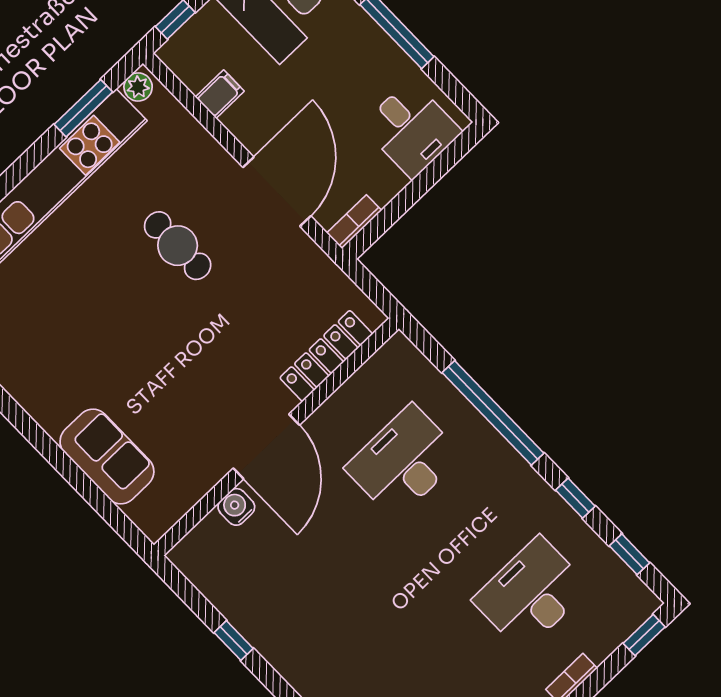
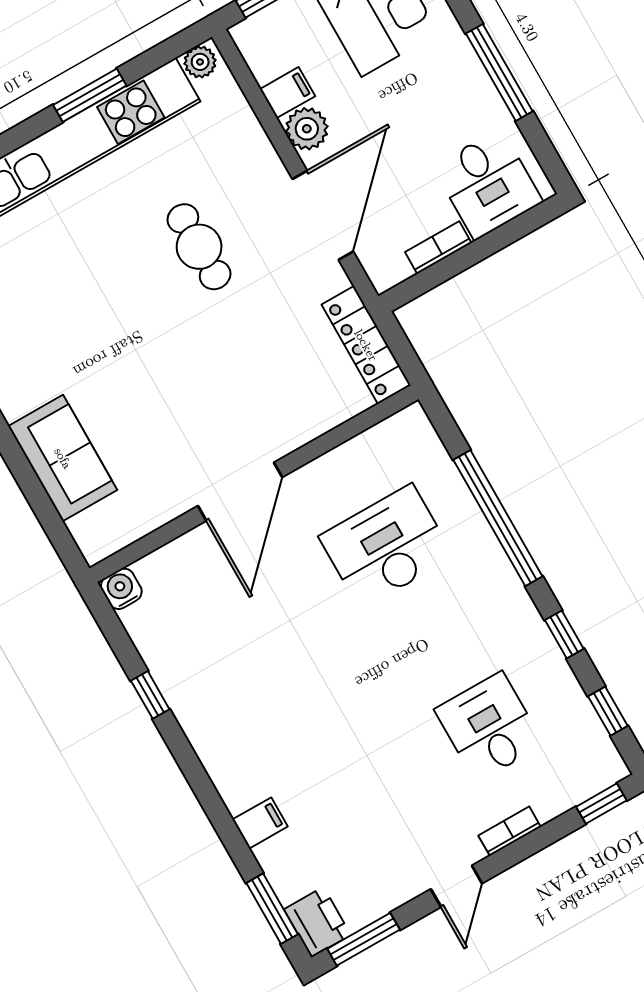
window: (83, 108) -> (90, 95), moved
plant: (244, 121) -> (307, 129), added
bookcase: (354, 222) -> (438, 248), moved
locker: (326, 356) -> (366, 345), moved, turned -90
water cooler: (236, 507) -> (121, 589), moved
desk: (531, 594) -> (489, 727), width x0.73

